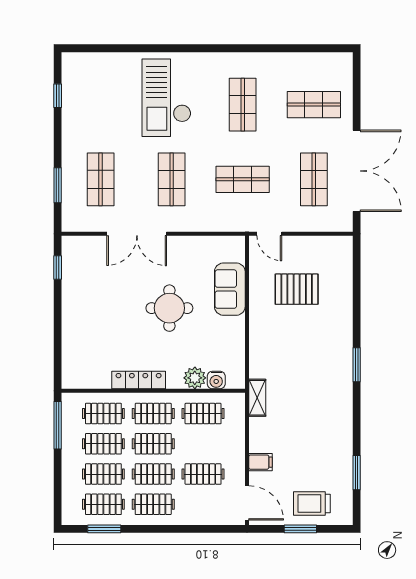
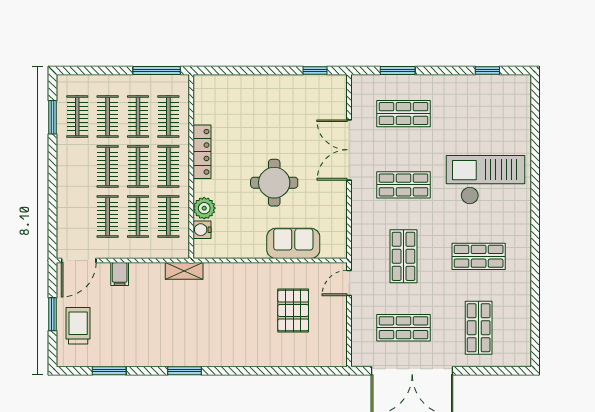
window: (357, 365) -> (185, 371), moved
clothes rail: (153, 504) -> (138, 217), moved

